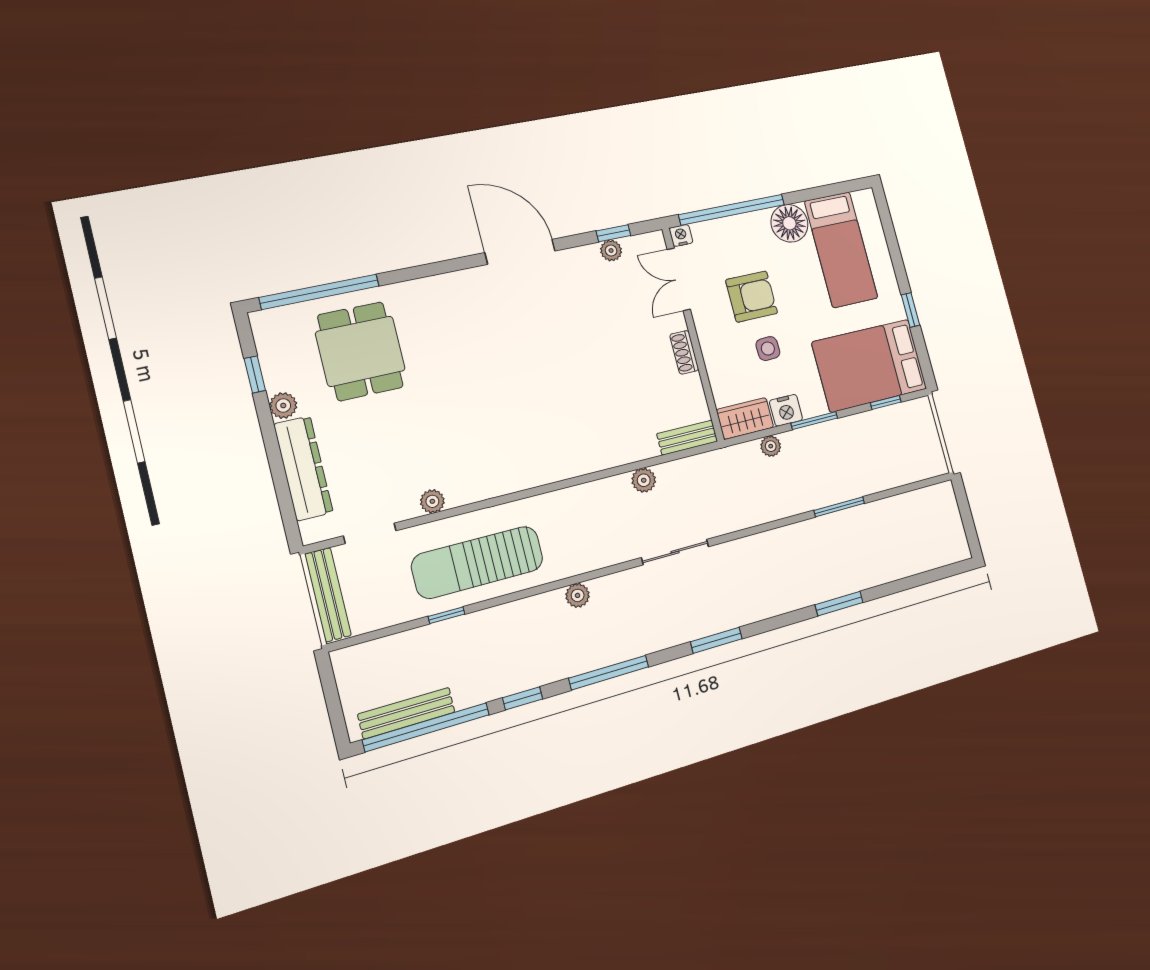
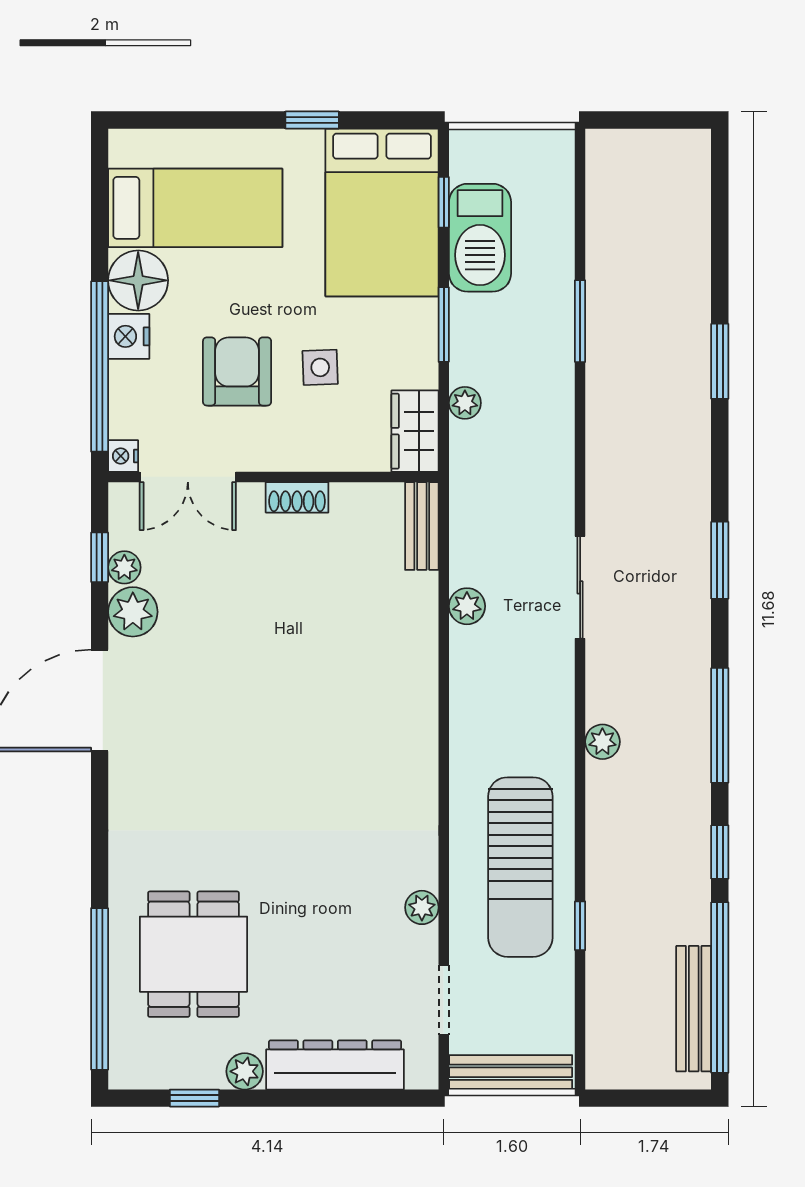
plant: (584, 262) -> (133, 612), added
dining table: (360, 351) -> (193, 954), turned 90
nightstand: (786, 410) -> (129, 336), moved, turned 180
barbecue: (871, 430) -> (480, 238), added

